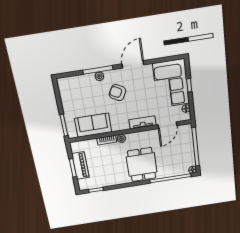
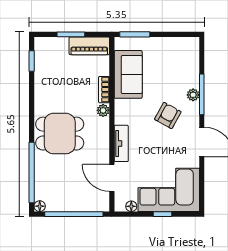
piano: (80, 166) -> (89, 46), moved

